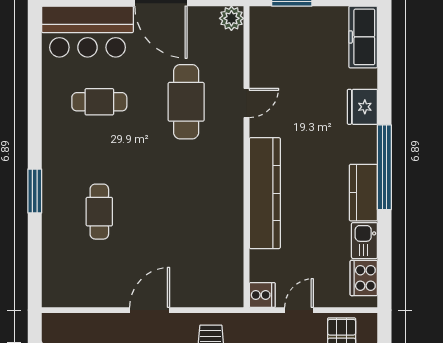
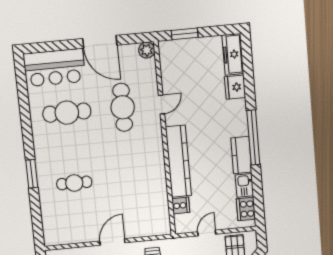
cafe table: (99, 102) -> (67, 113), width x1.37, depth x1.35
fridge: (362, 107) -> (235, 87), moved
cafe table: (99, 212) -> (74, 183), turned 90
cooker: (262, 295) -> (181, 205), moved

